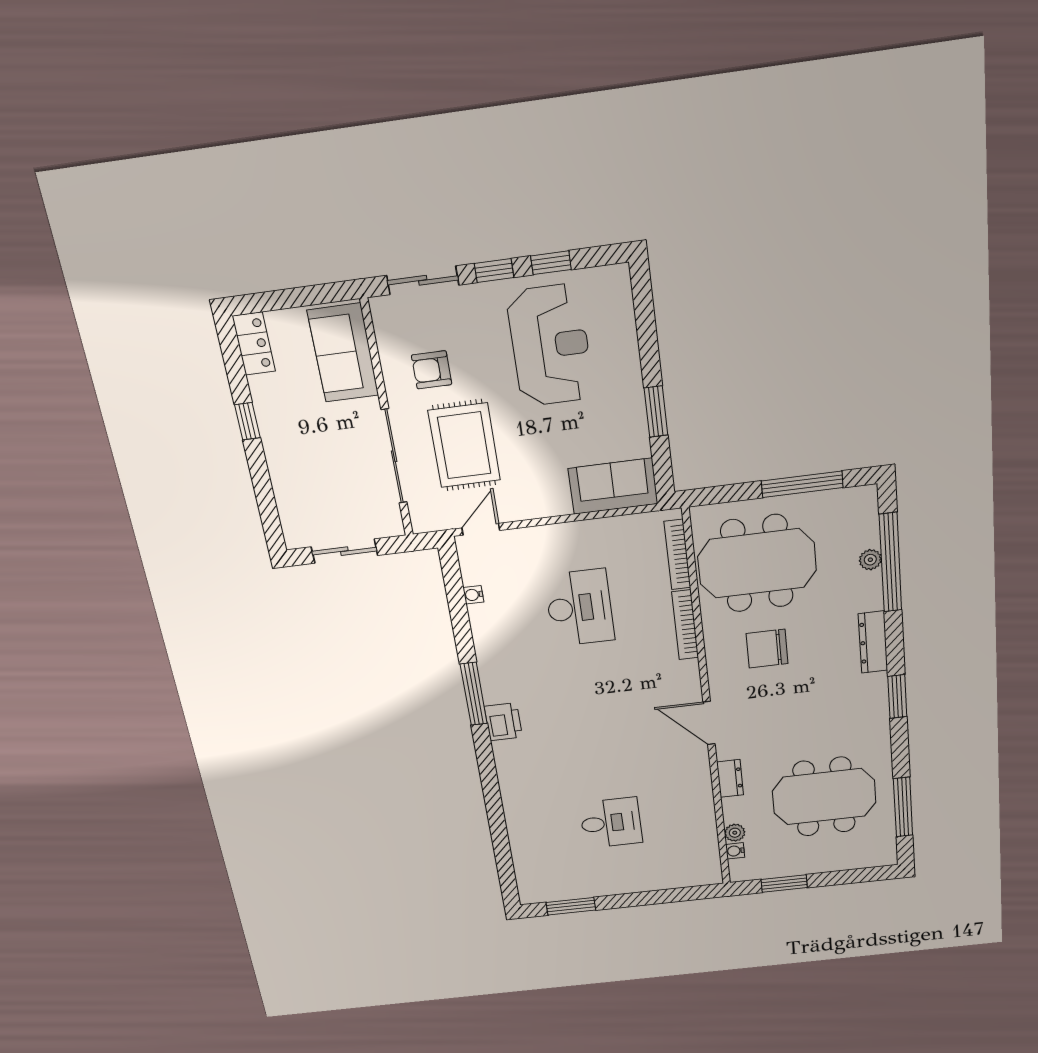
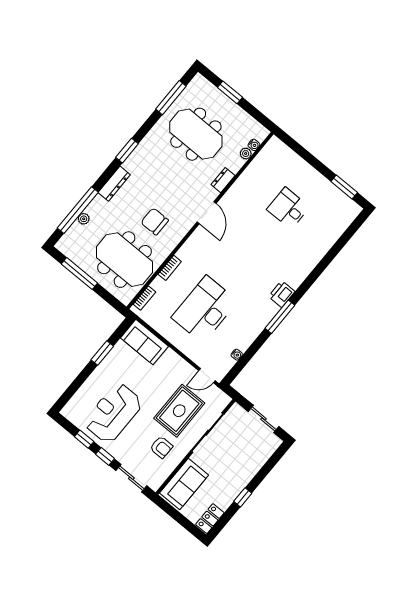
bookcase: (677, 555) -> (144, 298), width x0.64
desk: (580, 608) -> (205, 309), width x1.36, depth x1.30
bookcase: (685, 625) -> (170, 268), width x0.64
chair: (767, 649) -> (155, 221), turned 180
window: (784, 884) -> (230, 92), moved

